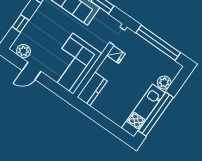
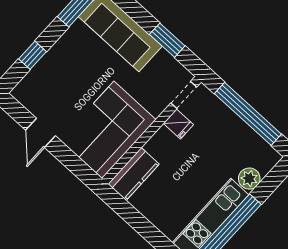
plant: (24, 51) -> (32, 100), removed
door: (32, 71) -> (41, 133), hinge flipped

